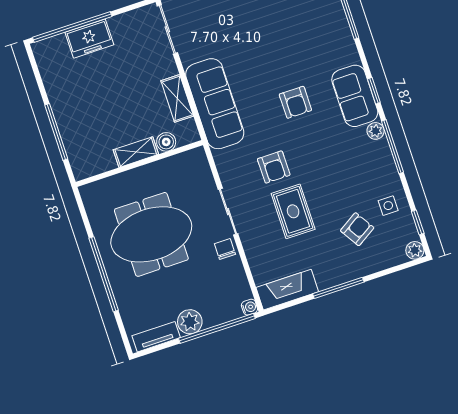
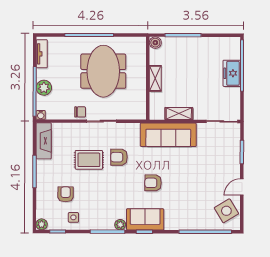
boiler: (166, 142) -> (155, 43), moved
armchair: (357, 229) -> (66, 194), turned -148
plant: (190, 322) -> (44, 88), moved

